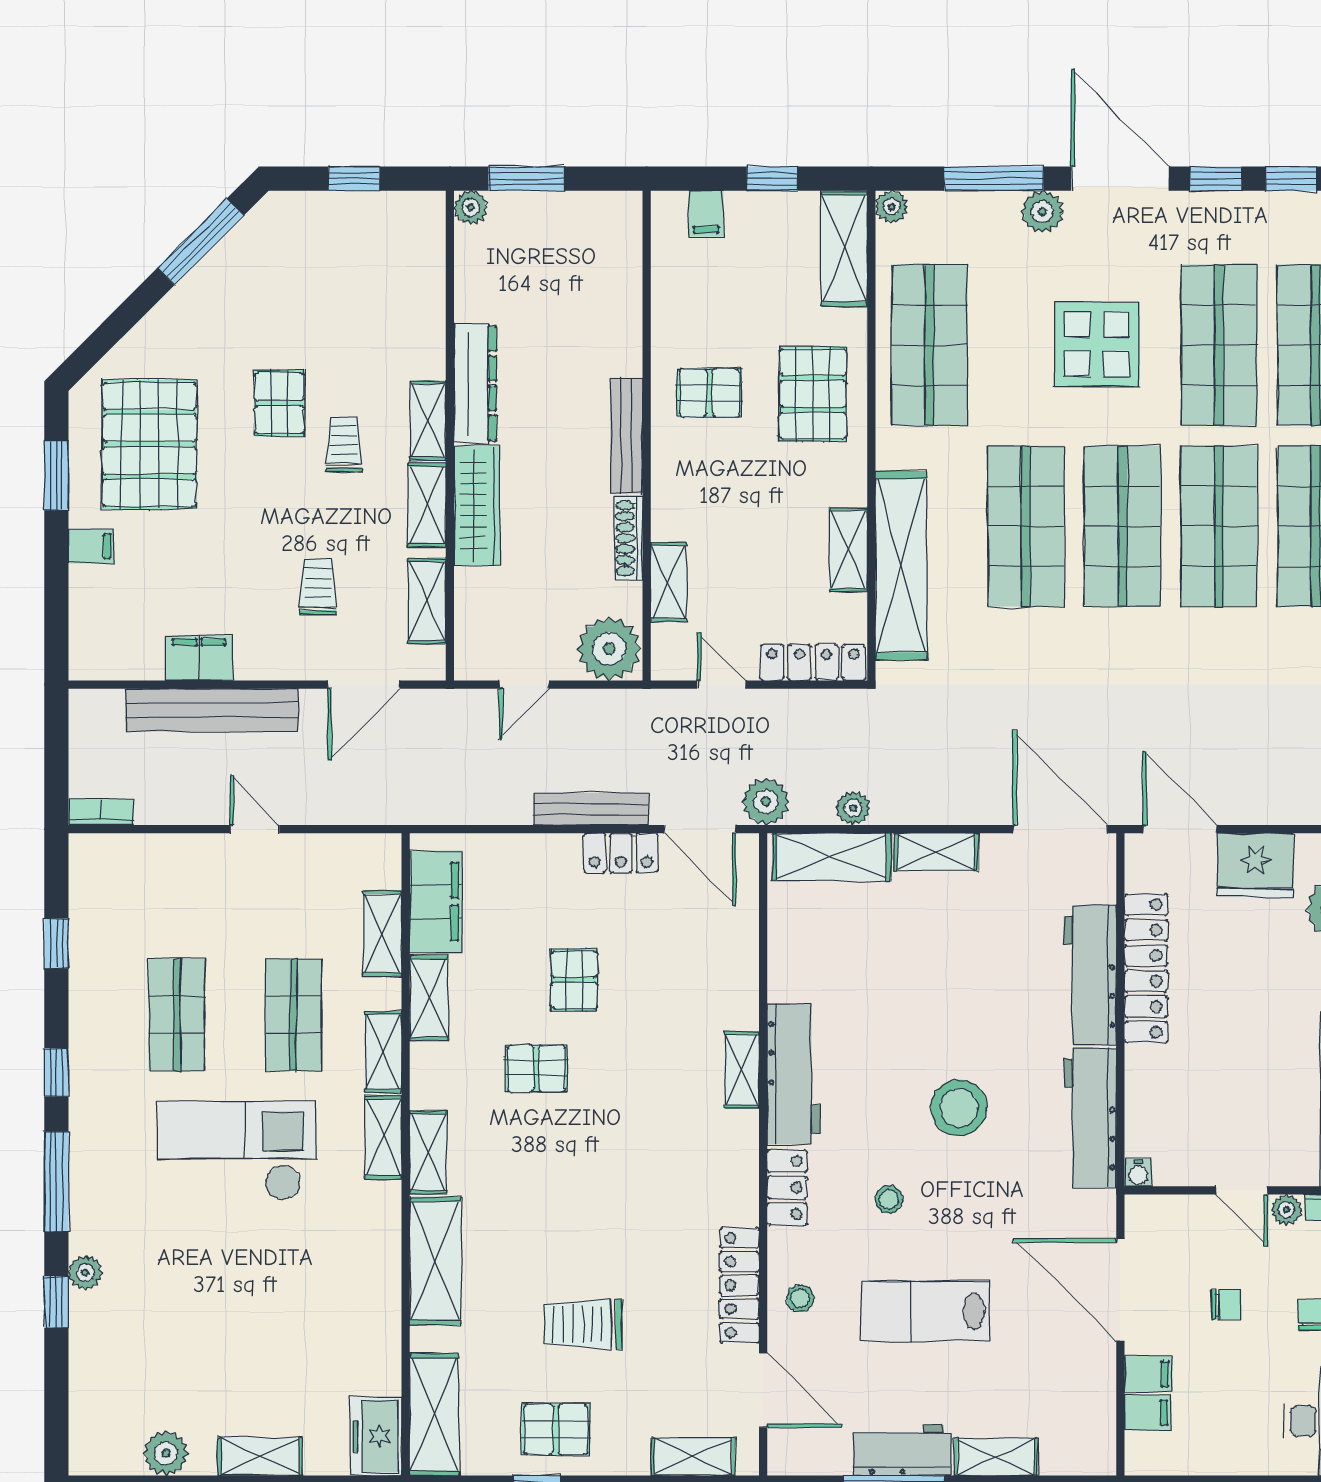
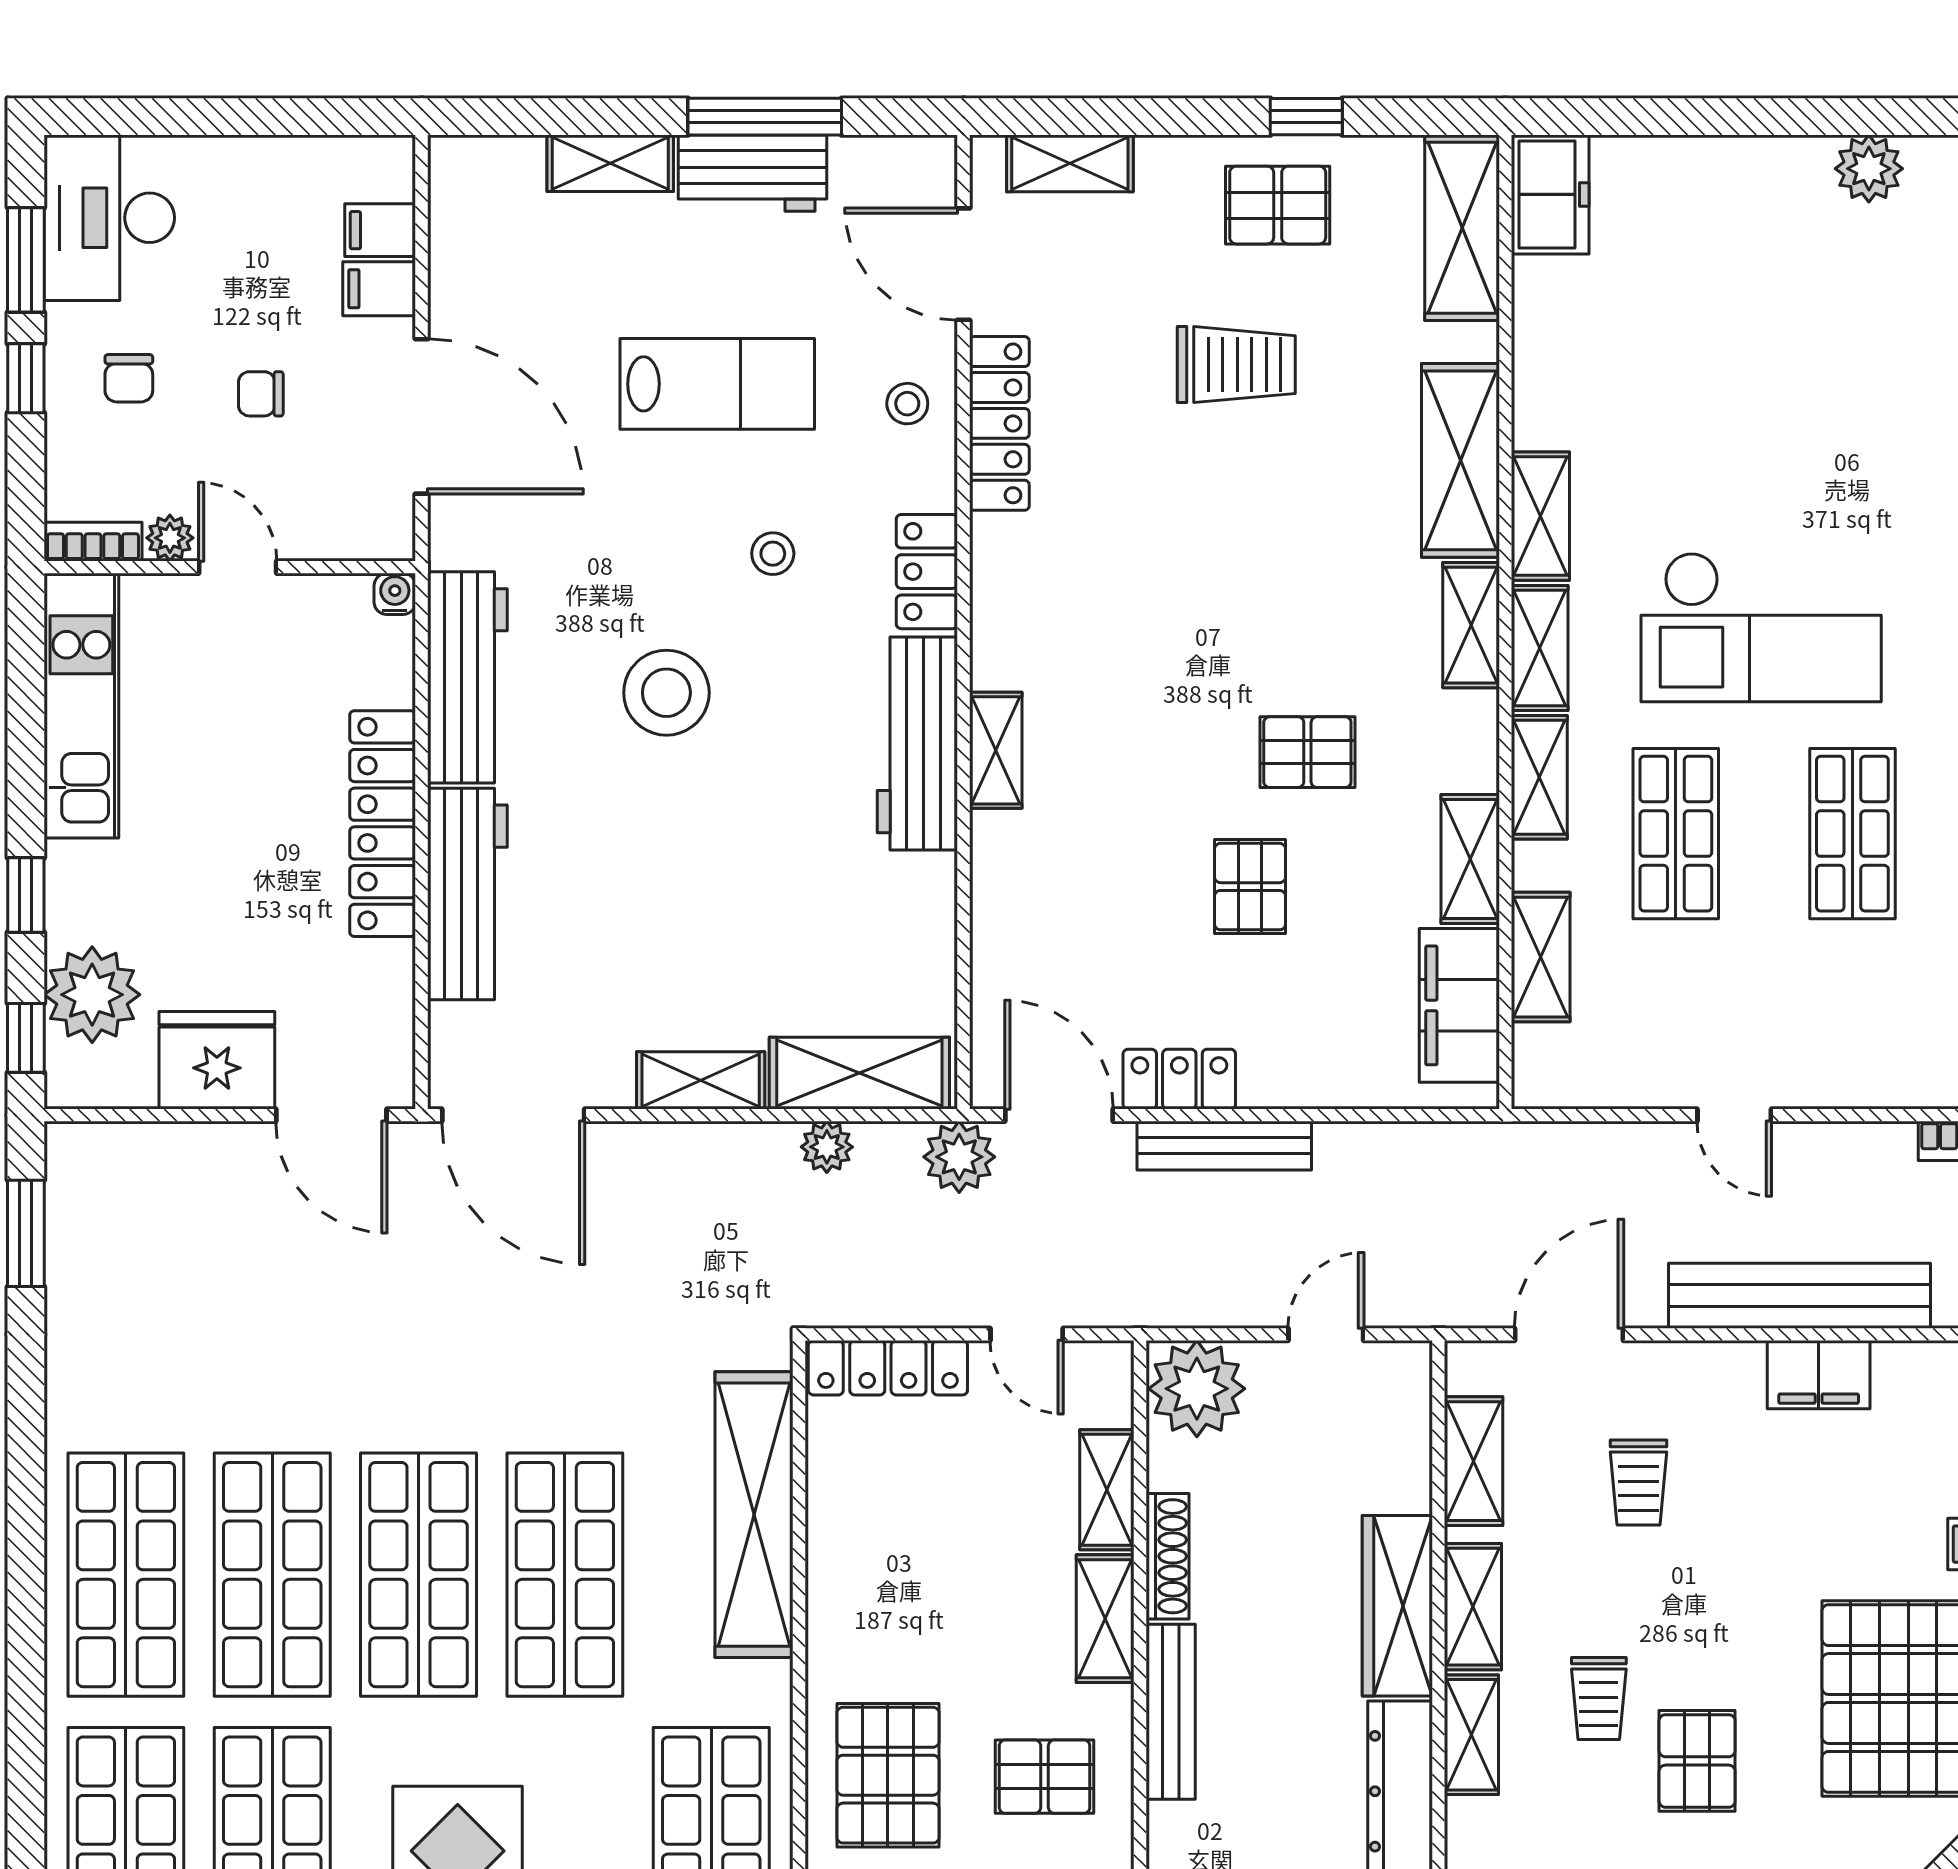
shelving: (848, 549) -> (1105, 1619), moved
locker: (1146, 968) -> (383, 824), moved
shelving: (260, 1456) -> (1540, 516), moved, turned 90

